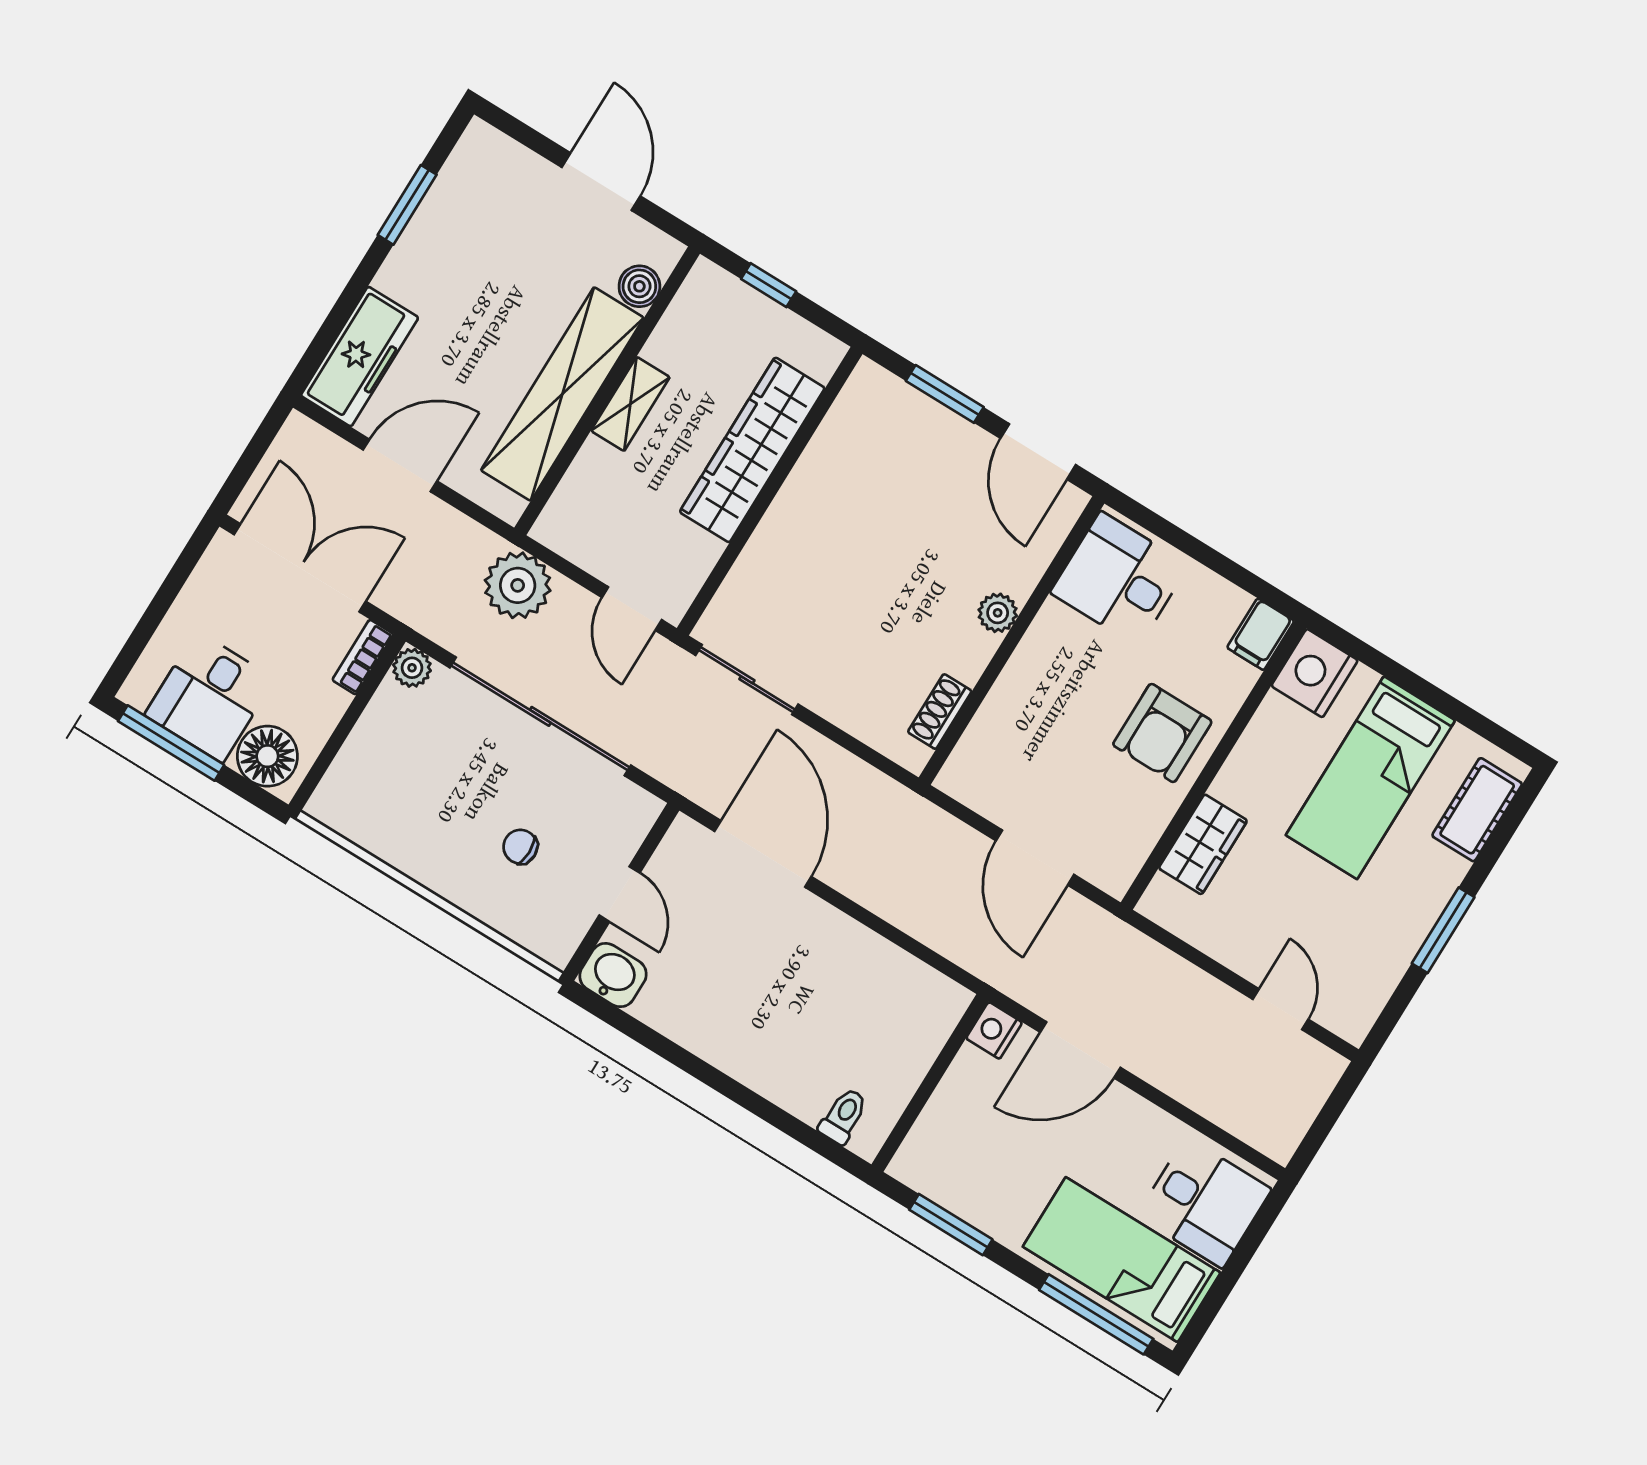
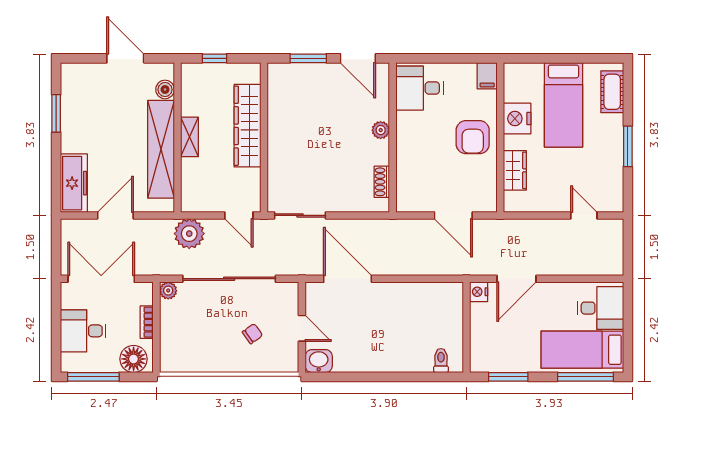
bookcase: (363, 657) -> (147, 322), moved
nightstand: (1315, 673) -> (517, 119), moved
desk: (210, 697) -> (83, 331), moved, turned 90
chair: (520, 847) -> (252, 334), turned 144

